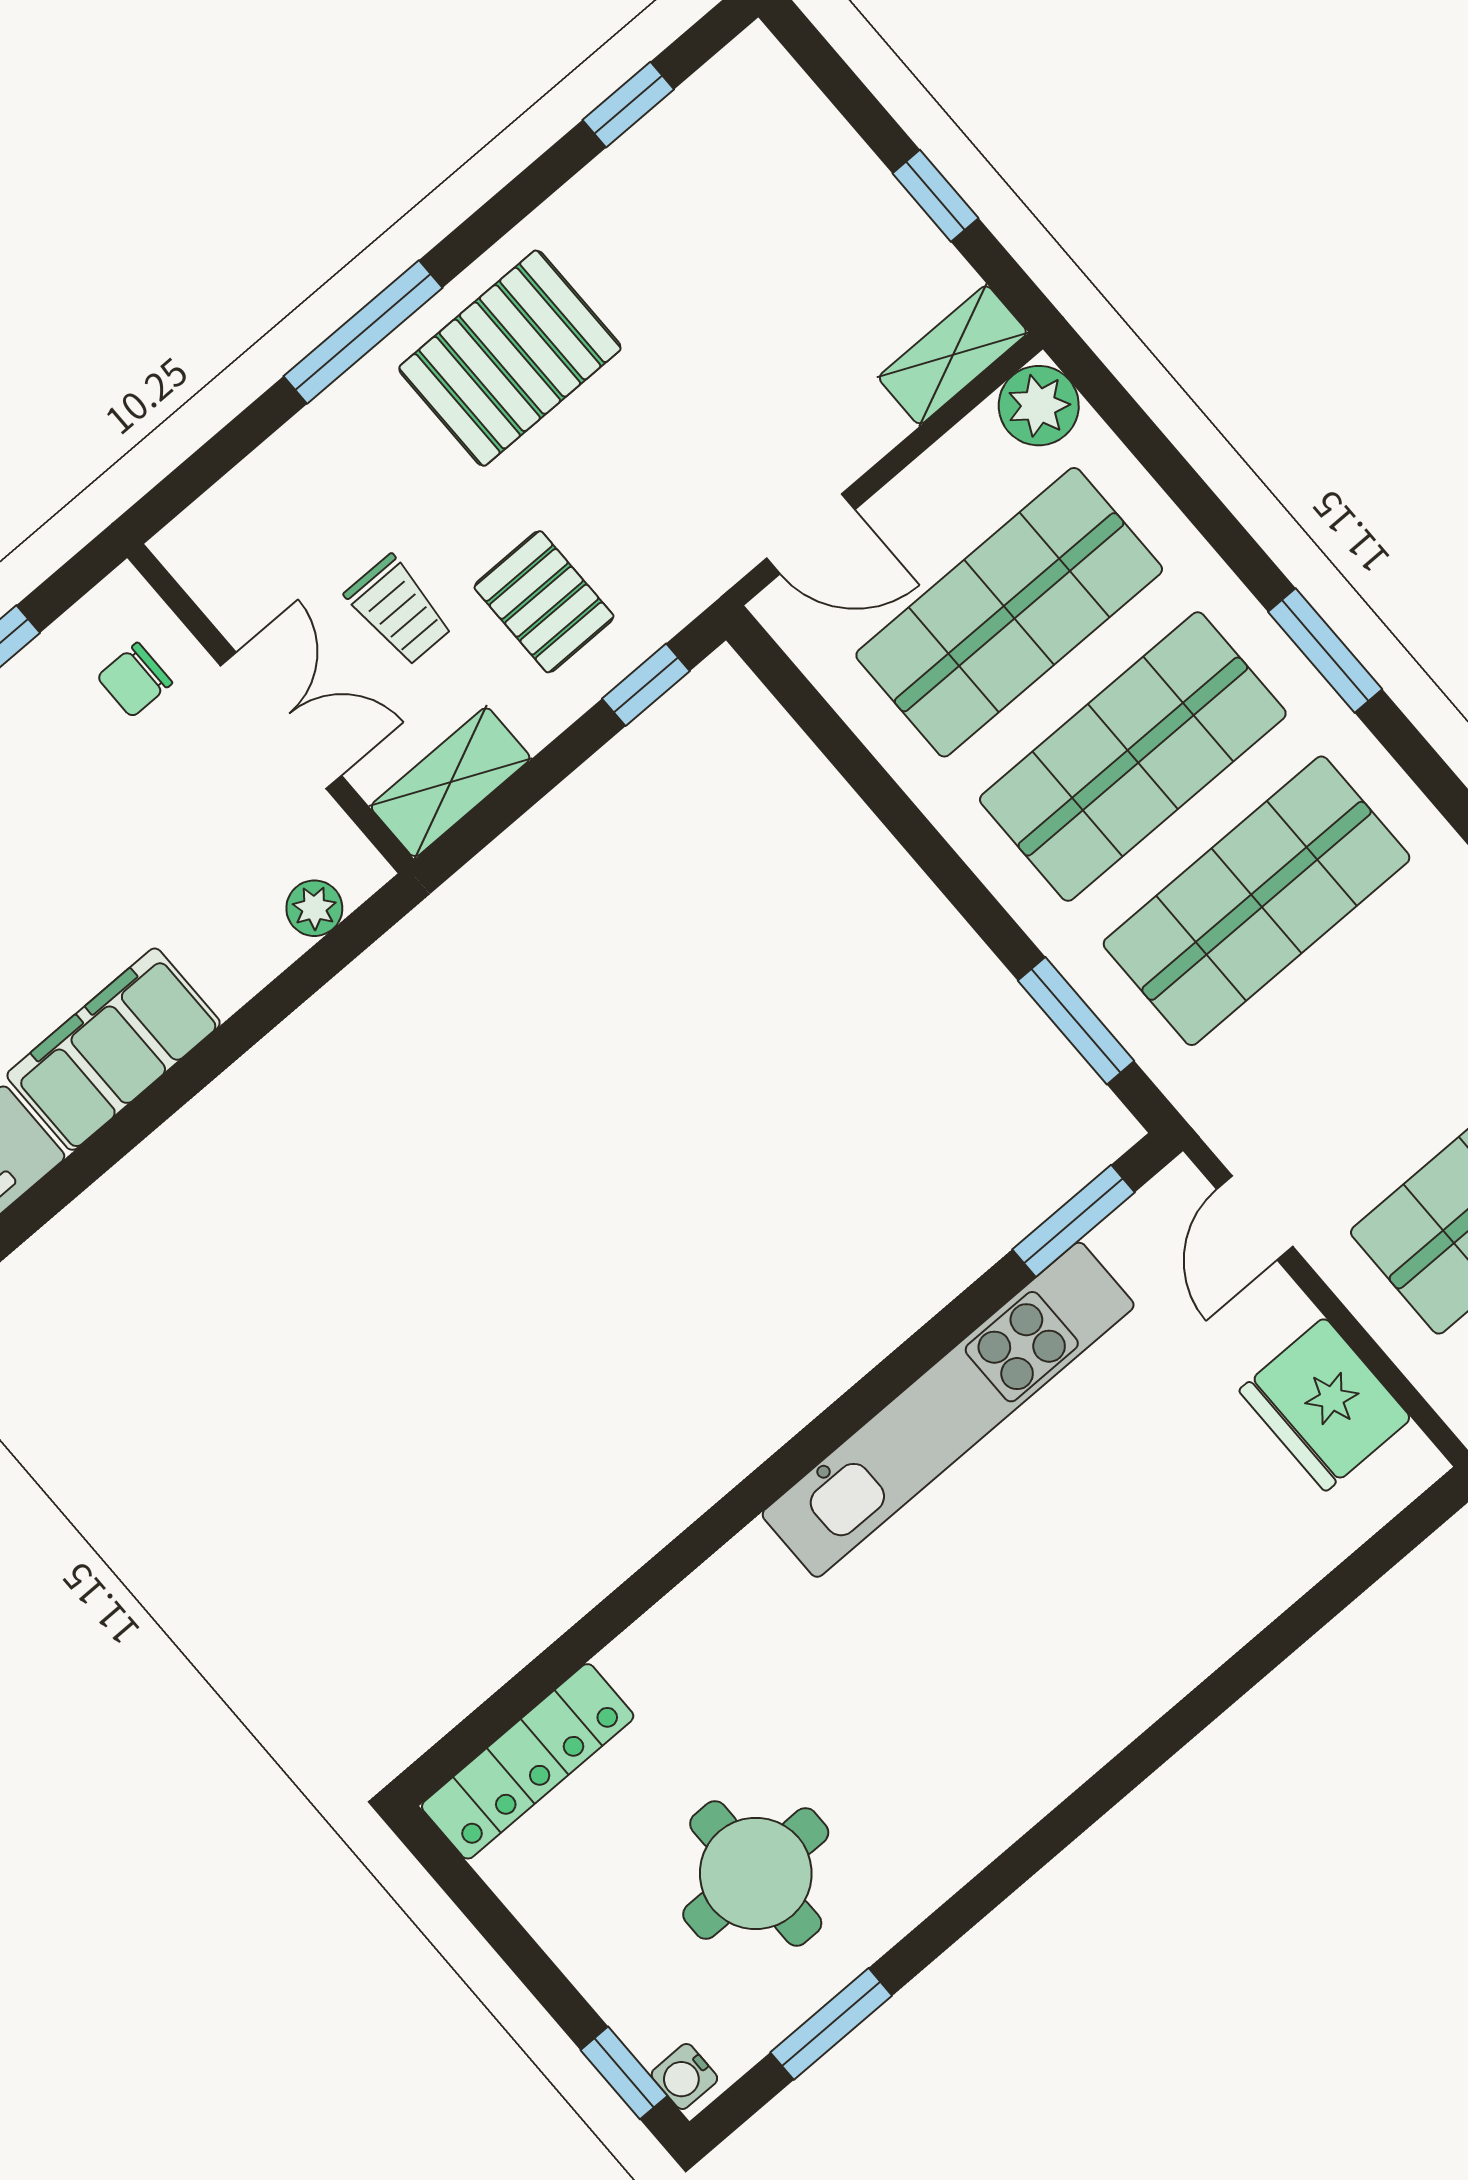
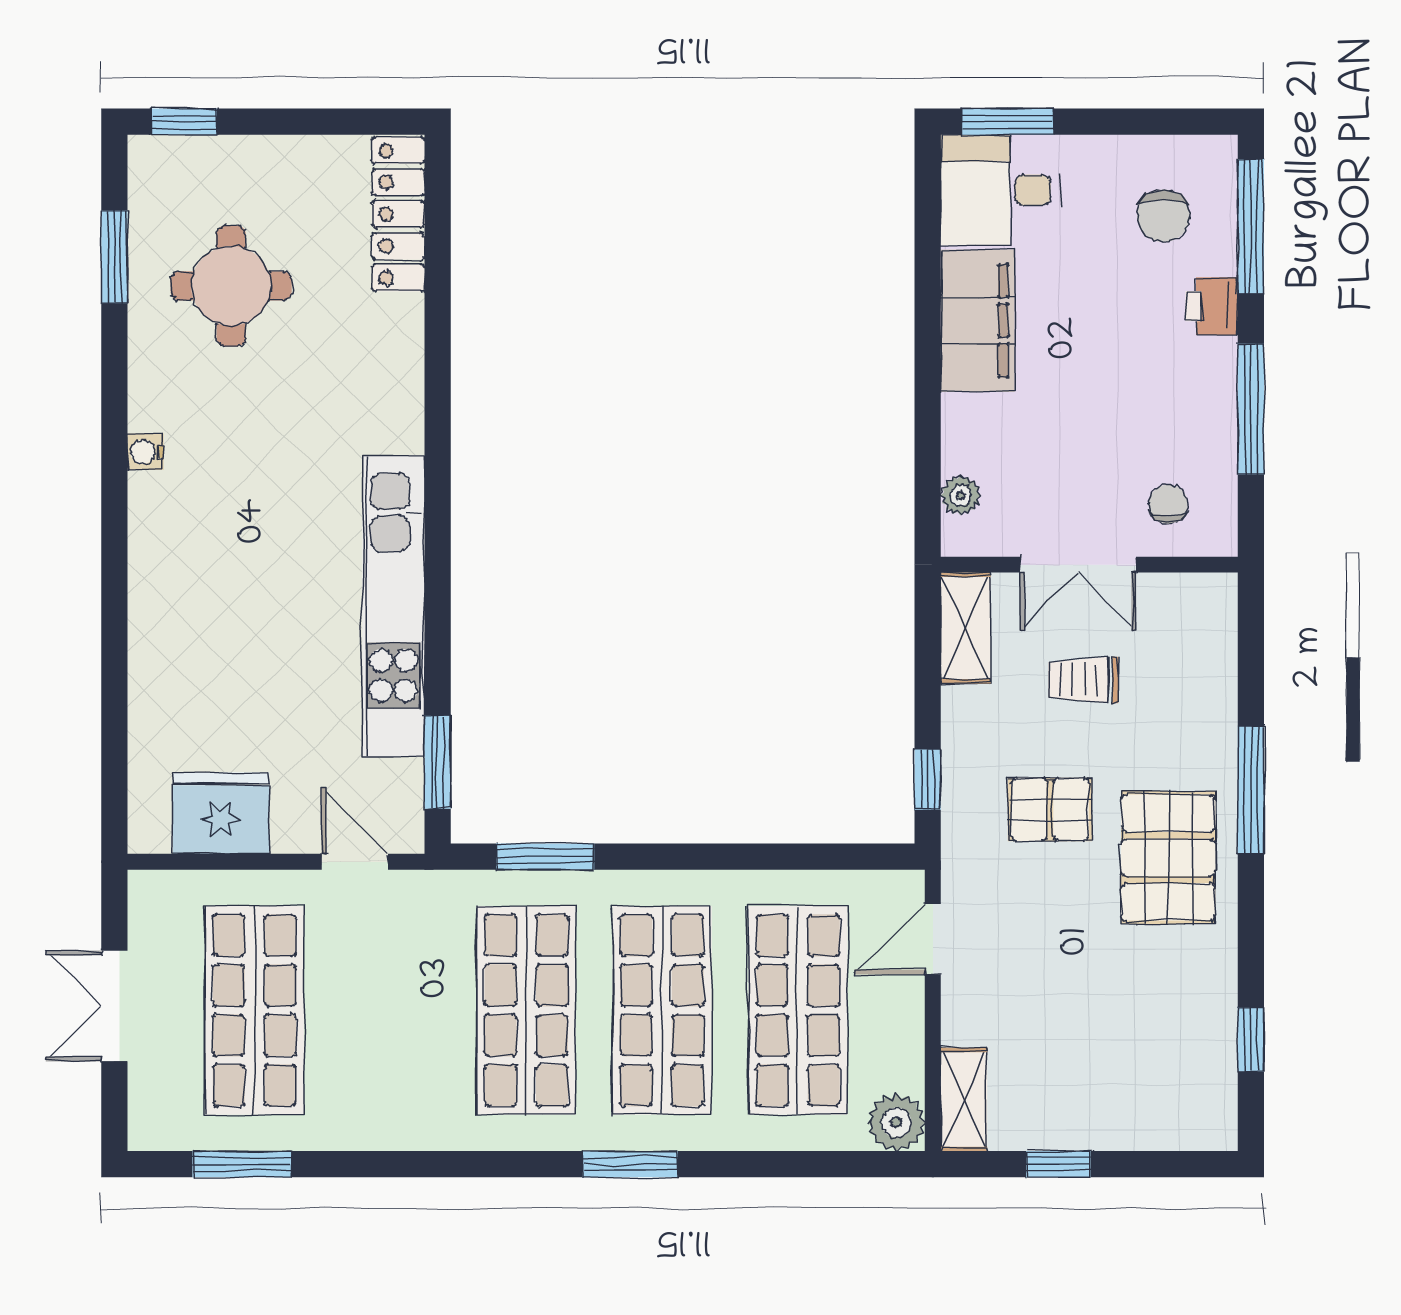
pallet: (544, 602) -> (1050, 810), moved
water cooler: (684, 2076) -> (146, 452), moved, turned -90

